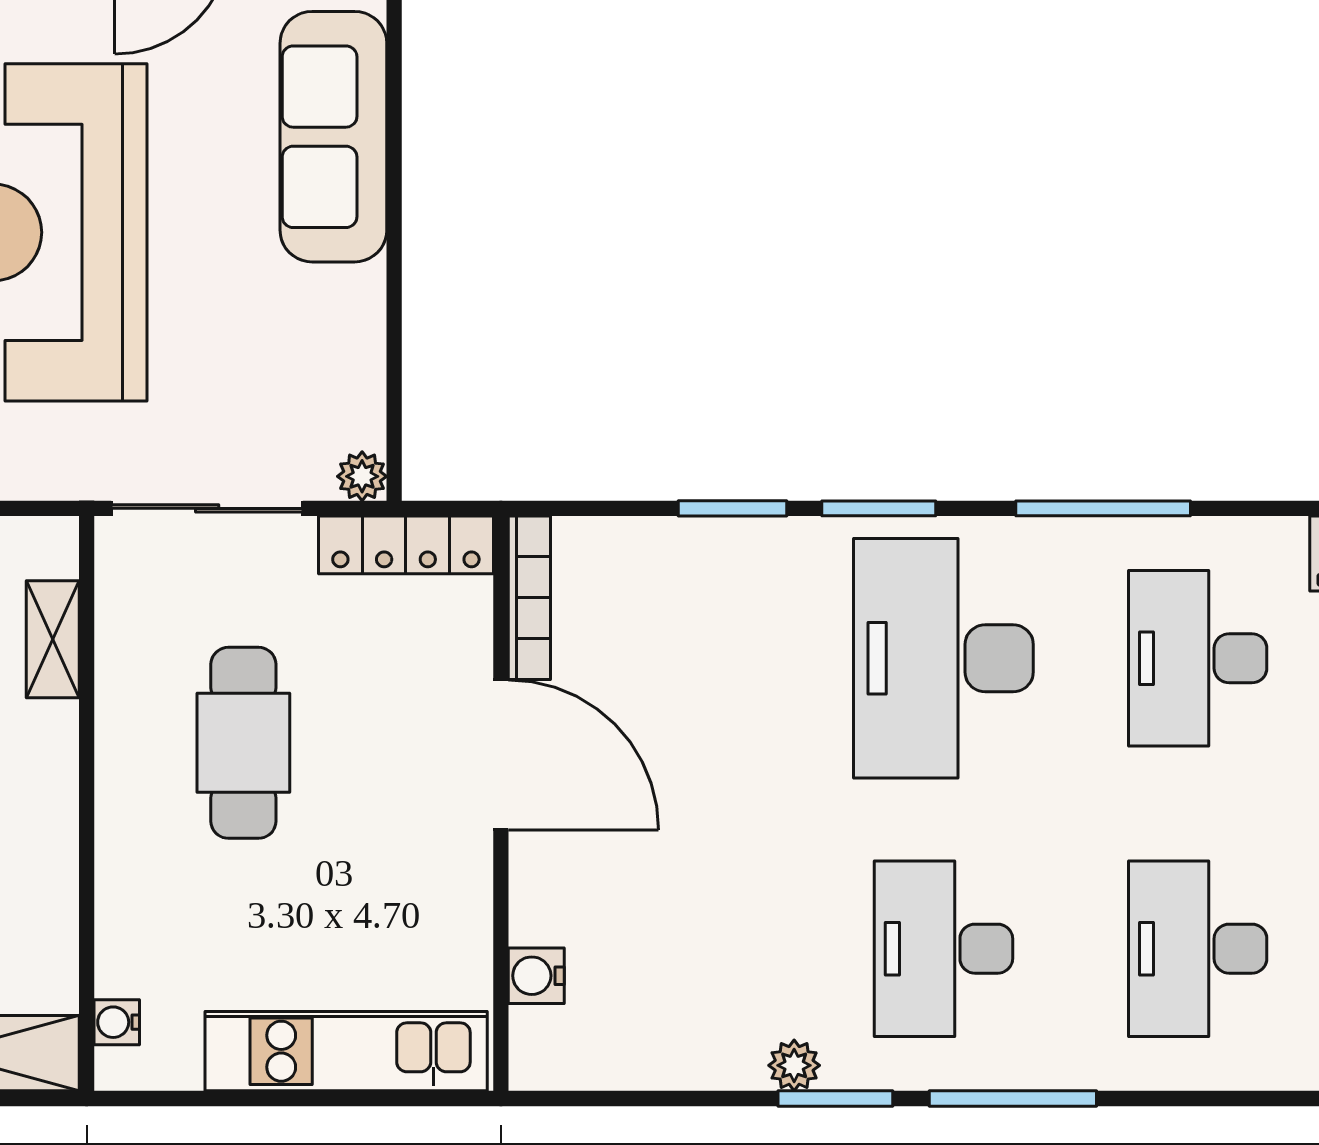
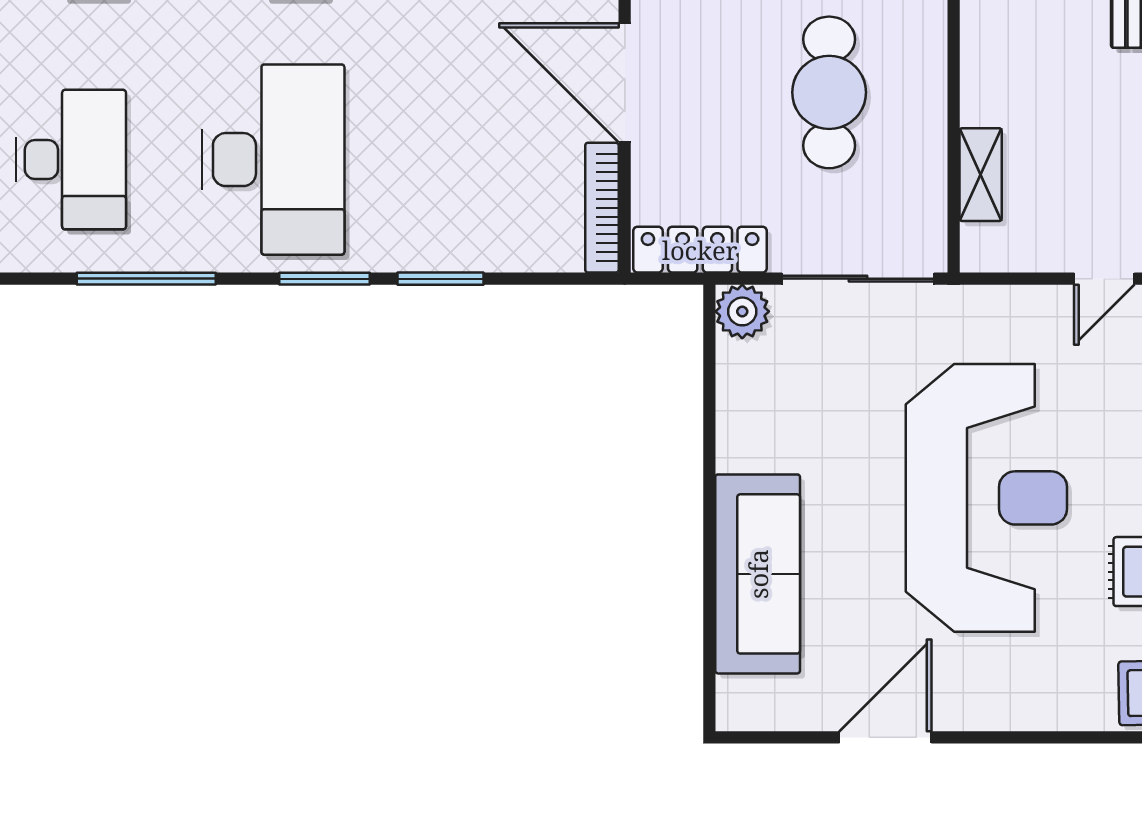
plant: (362, 476) -> (742, 311), width x1.38, depth x1.38

